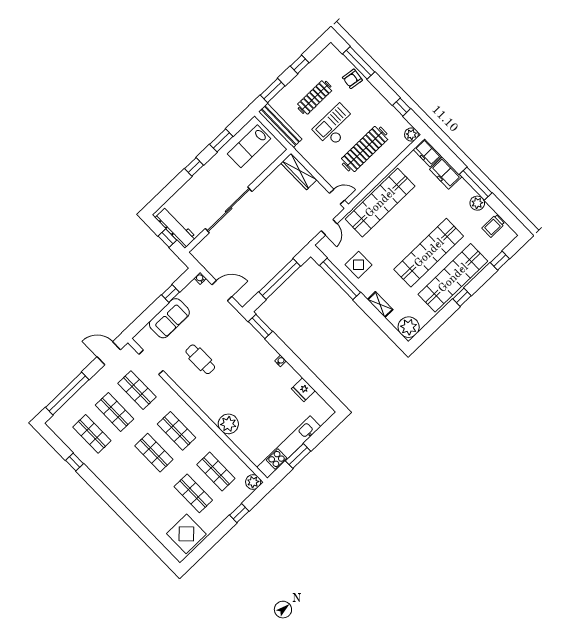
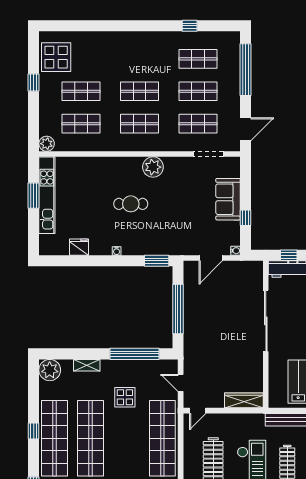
display table: (358, 265) -> (125, 397), moved
cafe table: (200, 359) -> (131, 204), moved
plant: (228, 424) -> (153, 167), moved
window: (239, 513) -> (34, 83), moved

